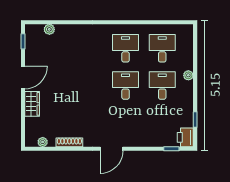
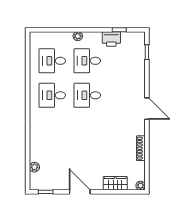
wardrobe: (32, 104) -> (115, 183), moved
printer: (185, 137) -> (111, 39), moved
plant: (43, 142) -> (141, 186), moved

